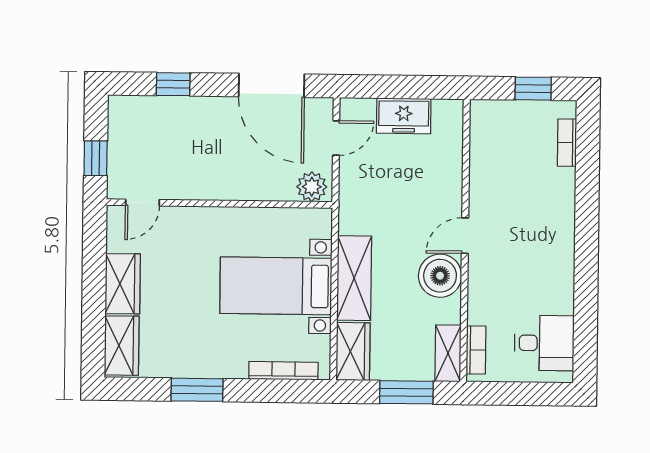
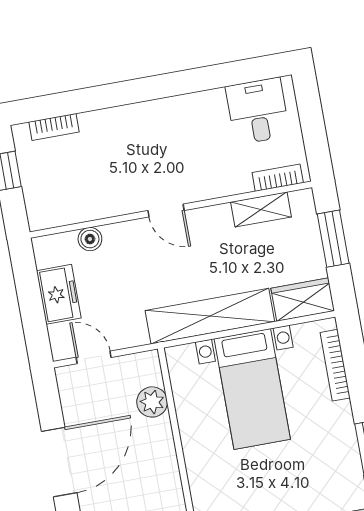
door: (272, 85) -> (59, 462), moved
plant: (312, 187) -> (152, 402), moved
boiler: (440, 276) -> (90, 239), moved, width x0.54, depth x0.54
shelving: (354, 278) -> (210, 316), width x1.47
shelving: (448, 353) -> (261, 209), moved

